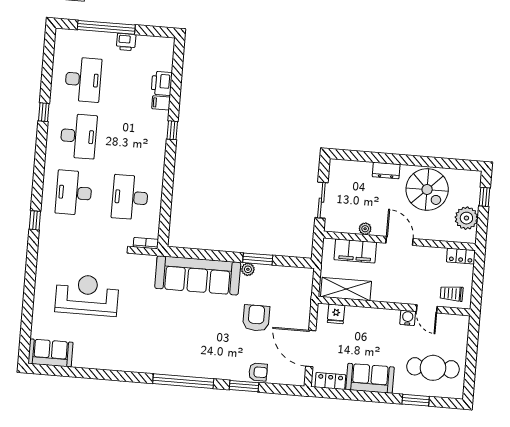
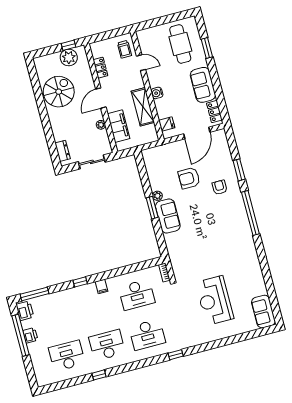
window: (106, 27) -> (21, 335), moved
window: (177, 66) -> (34, 294), added
printer: (162, 83) -> (25, 311), moved, turned -90
filing cabinet: (161, 103) -> (101, 286), moved
dresser: (386, 170) -> (63, 151), moved
window: (485, 197) -> (68, 45), moved
locker: (461, 256) -> (100, 68), moved
window: (258, 259) -> (152, 208), moved
sofa: (198, 275) -> (168, 216), width x0.54, depth x0.79
shelving: (346, 289) -> (143, 107), moved
door: (427, 309) -> (141, 63), hinge flipped
water cooler: (408, 318) -> (157, 93), moved
armchair: (258, 372) -> (220, 187), moved

